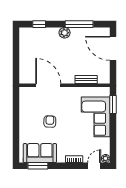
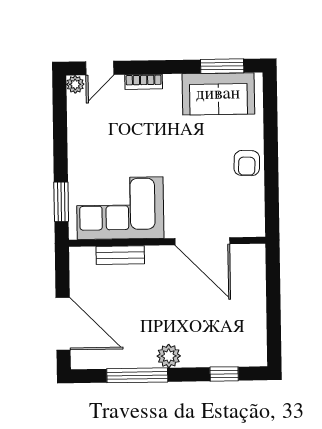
corner sofa: (96, 117) -> (120, 208), moved, turned -90
armchair: (50, 122) -> (247, 163), moved

